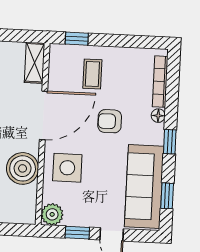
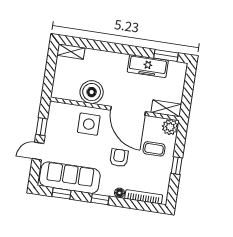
window: (77, 39) -> (177, 166), moved
plant: (52, 214) -> (170, 127), moved

